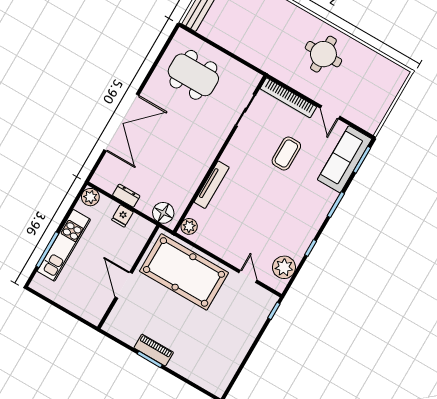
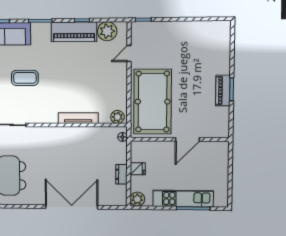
floor lamp: (163, 213) -> (123, 137), width x0.53, depth x0.53
piano: (304, 233) -> (74, 32), added

